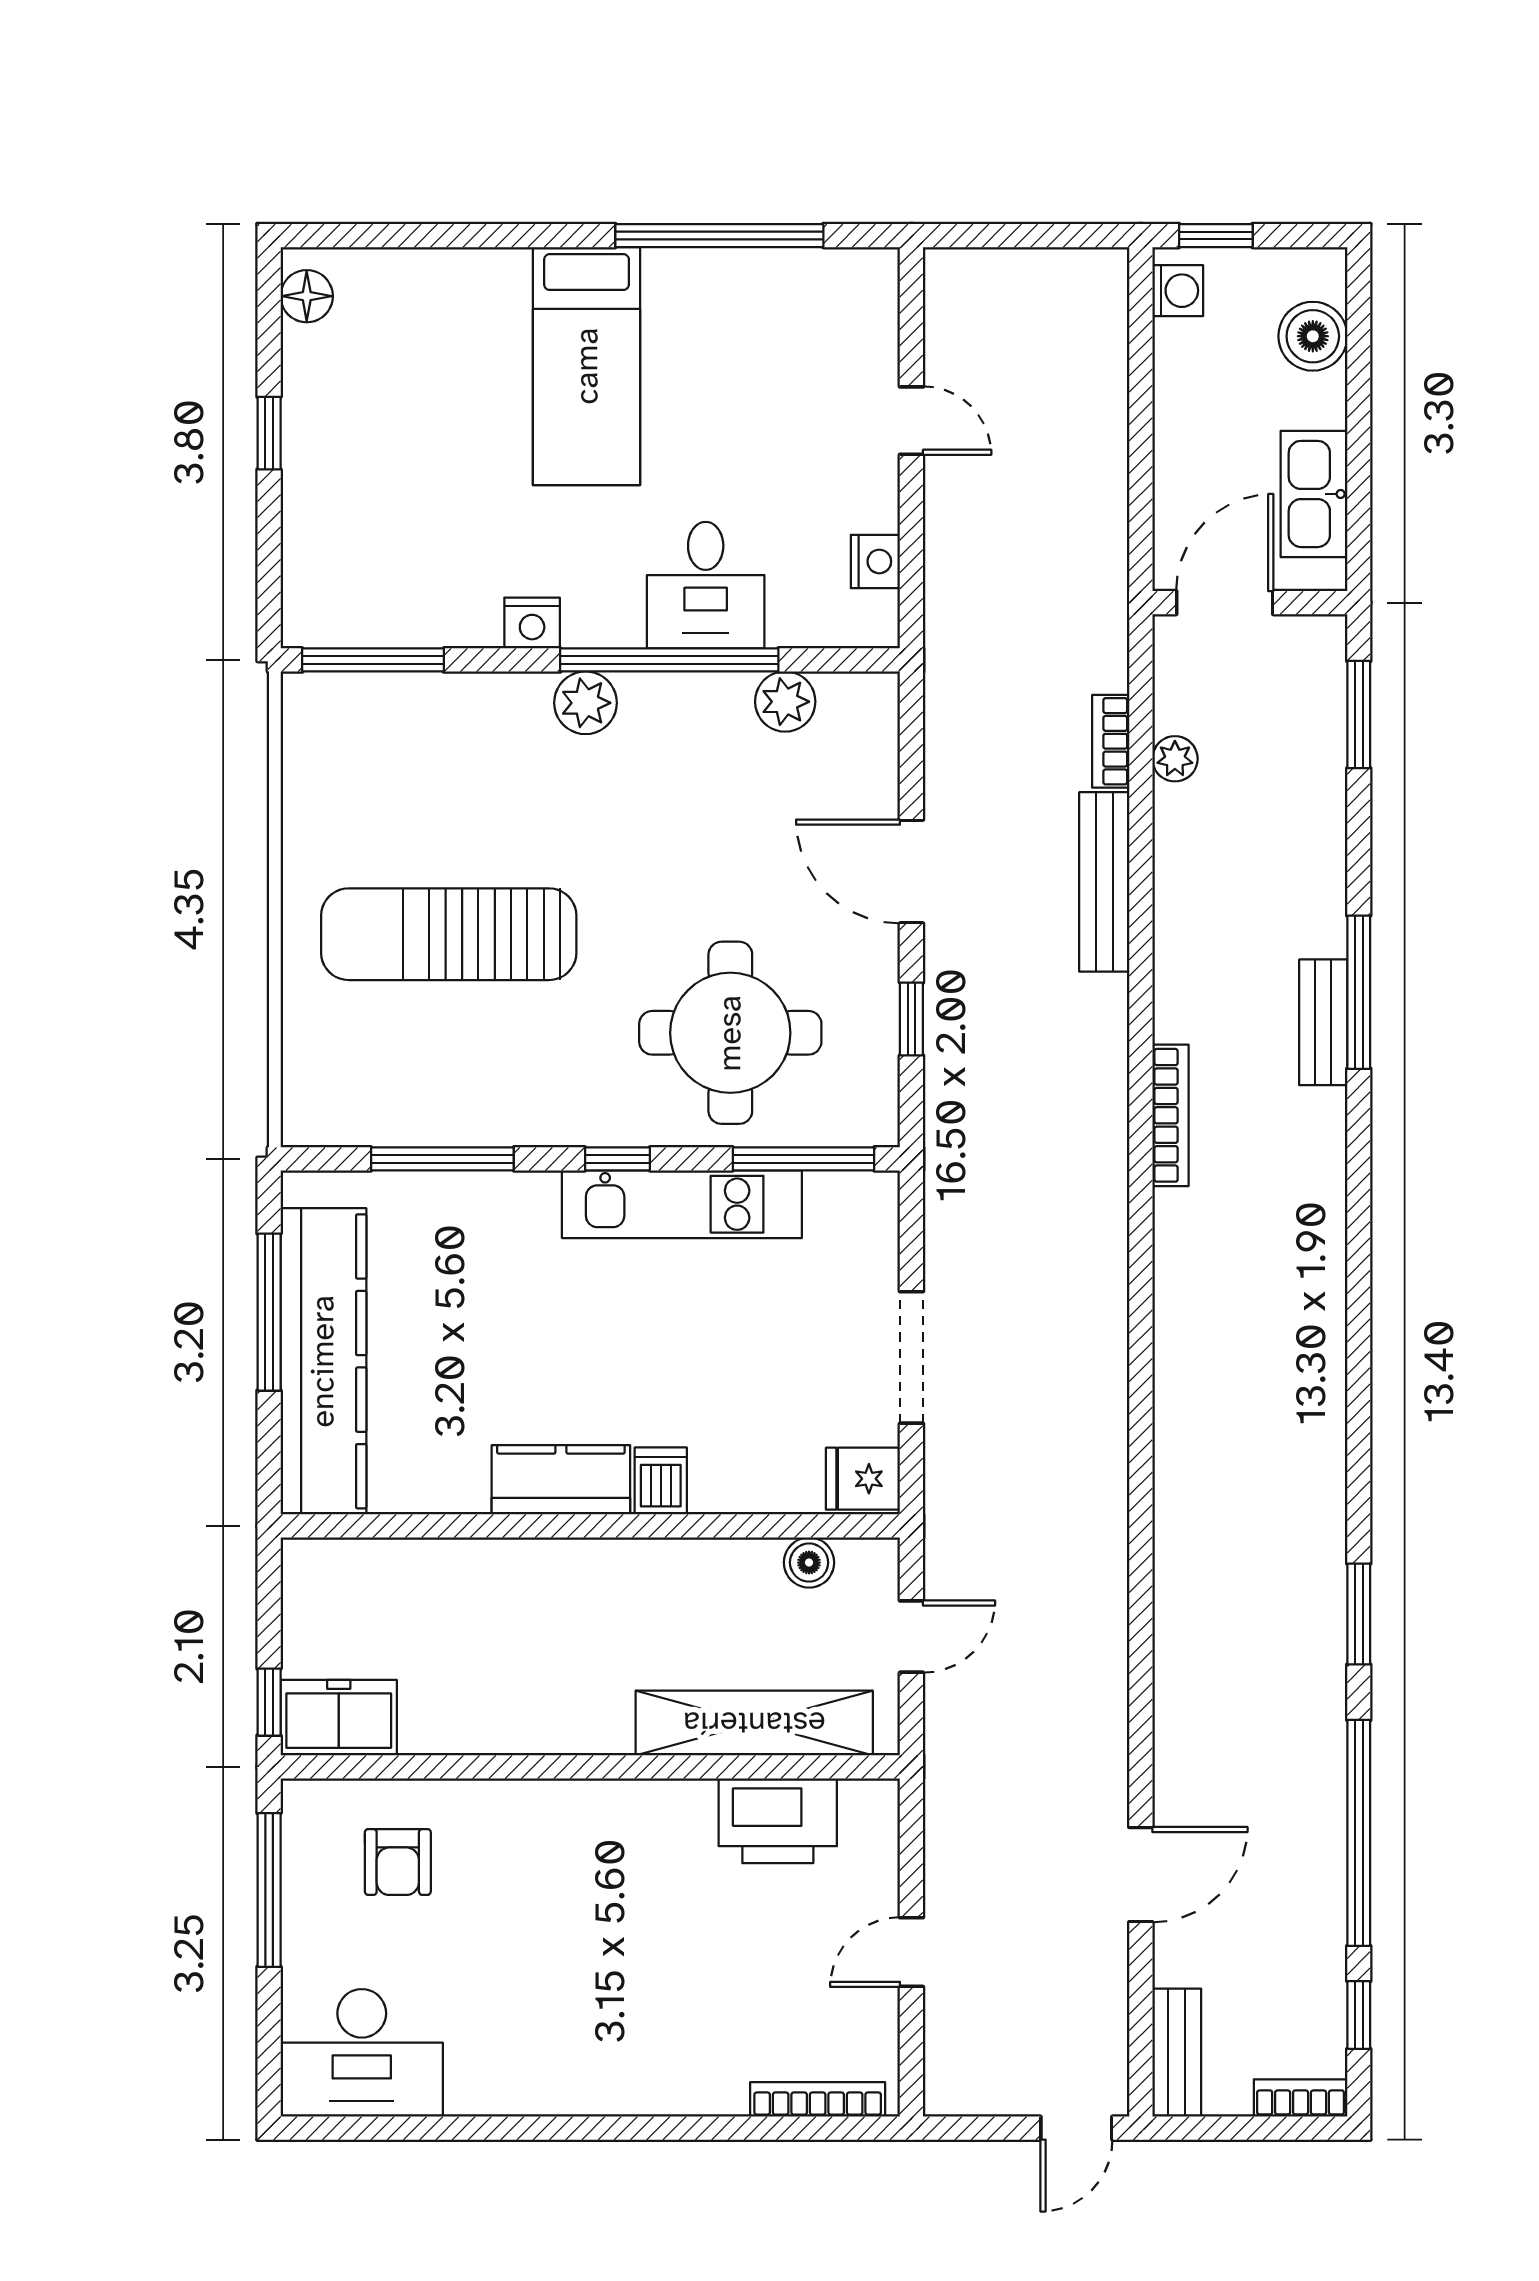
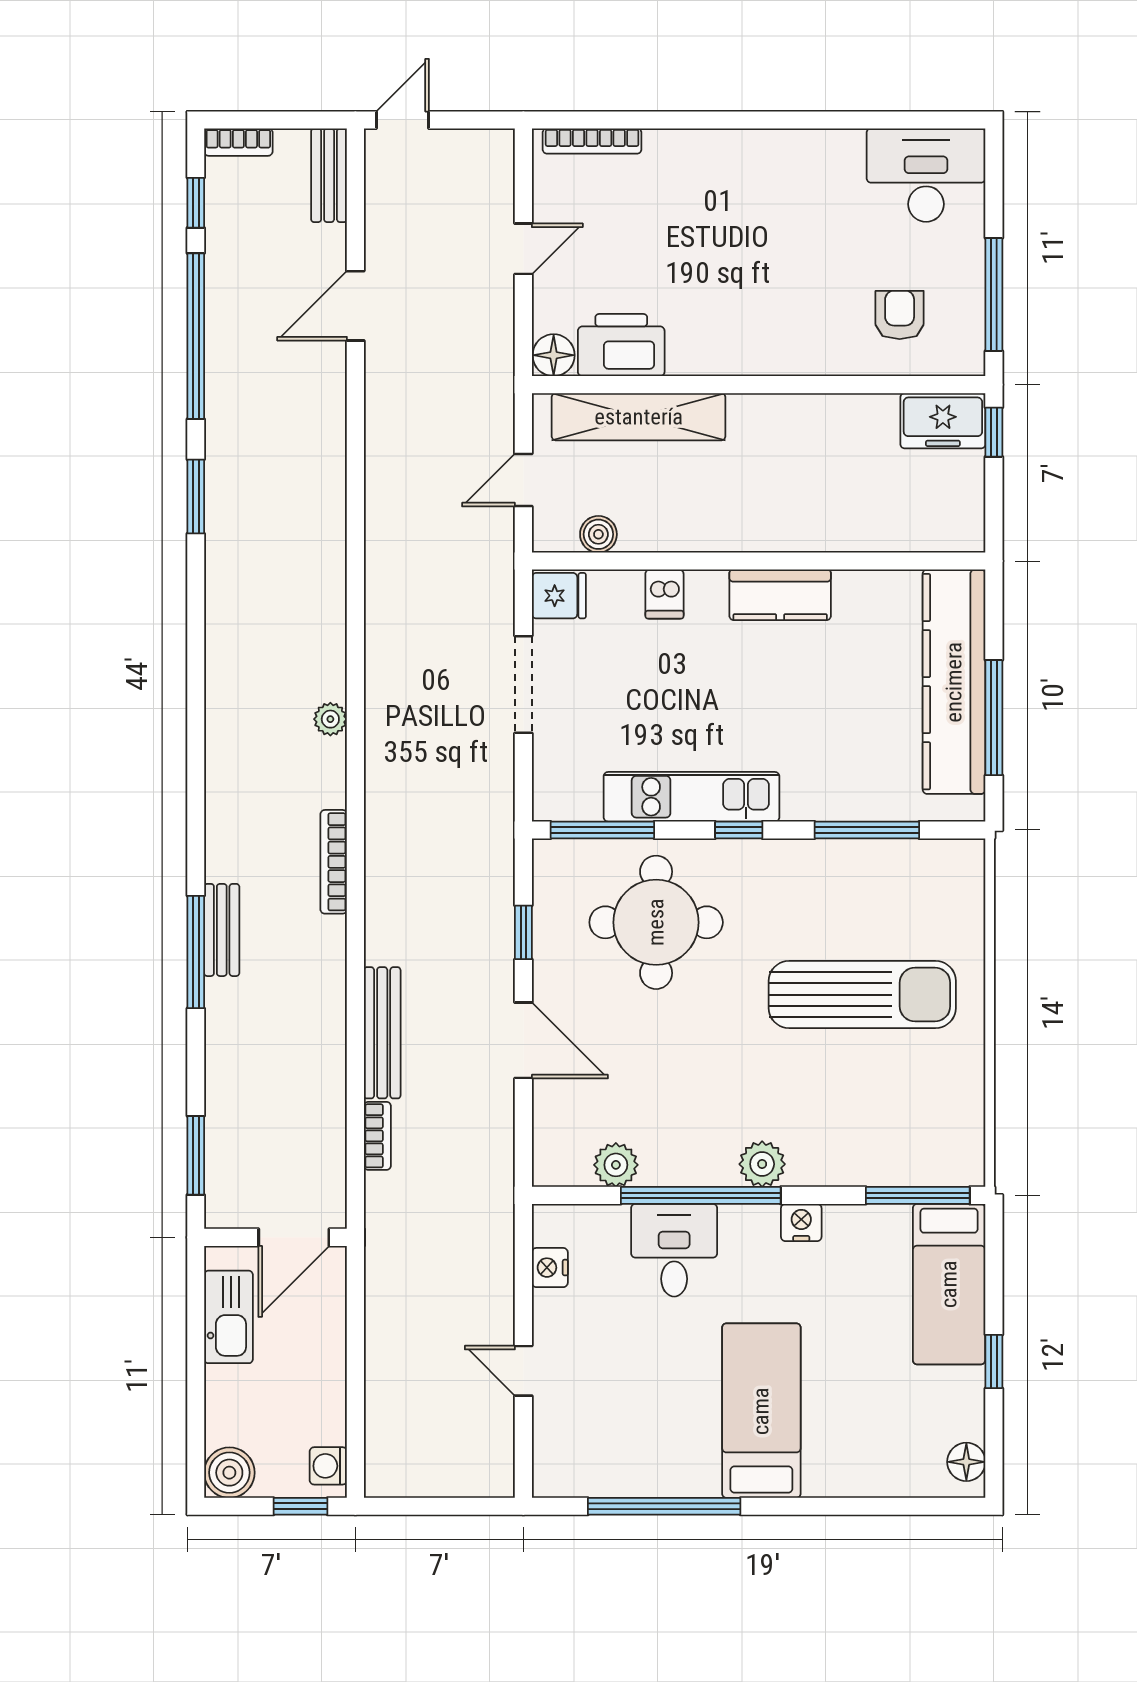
boiler: (1313, 336) -> (229, 1473), moved
bed: (330, 539) -> (949, 1284), added
plant: (1175, 759) -> (330, 719), moved
dishwasher: (661, 1481) -> (664, 594), moved
floor lamp: (870, 1807) -> (554, 355), added

